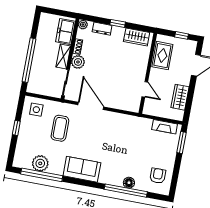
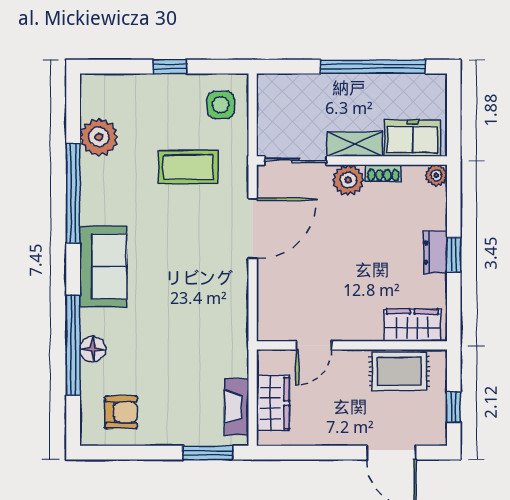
dresser: (102, 29) -> (435, 253), moved
wardrobe: (137, 37) -> (412, 325), moved, turned 90
window: (29, 60) -> (373, 67), moved
wardrobe: (180, 97) -> (273, 403), moved, turned 90
sofa: (82, 169) -> (103, 266), moved
window: (42, 175) -> (73, 194), moved

